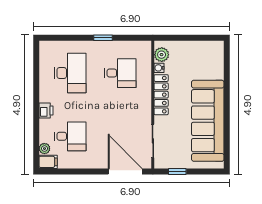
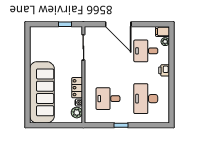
locker: (161, 95) -> (77, 88), width x0.66
sofa: (208, 121) -> (42, 92), moved
door: (125, 171) -> (118, 24), moved

